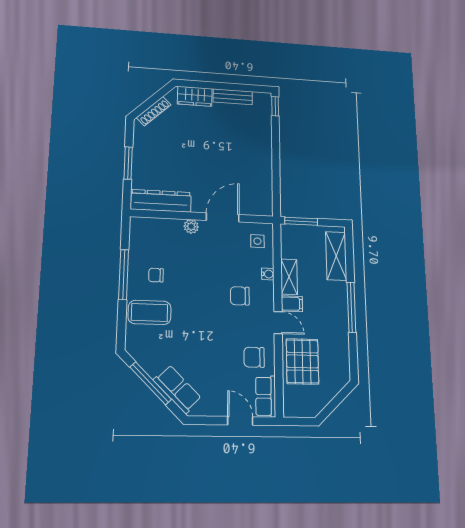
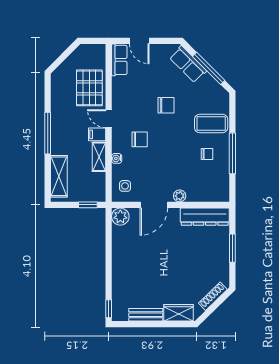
plant: (263, 206) -> (120, 217), added
window: (301, 221) -> (88, 205), width x0.67
chair: (254, 357) -> (166, 105), moved

